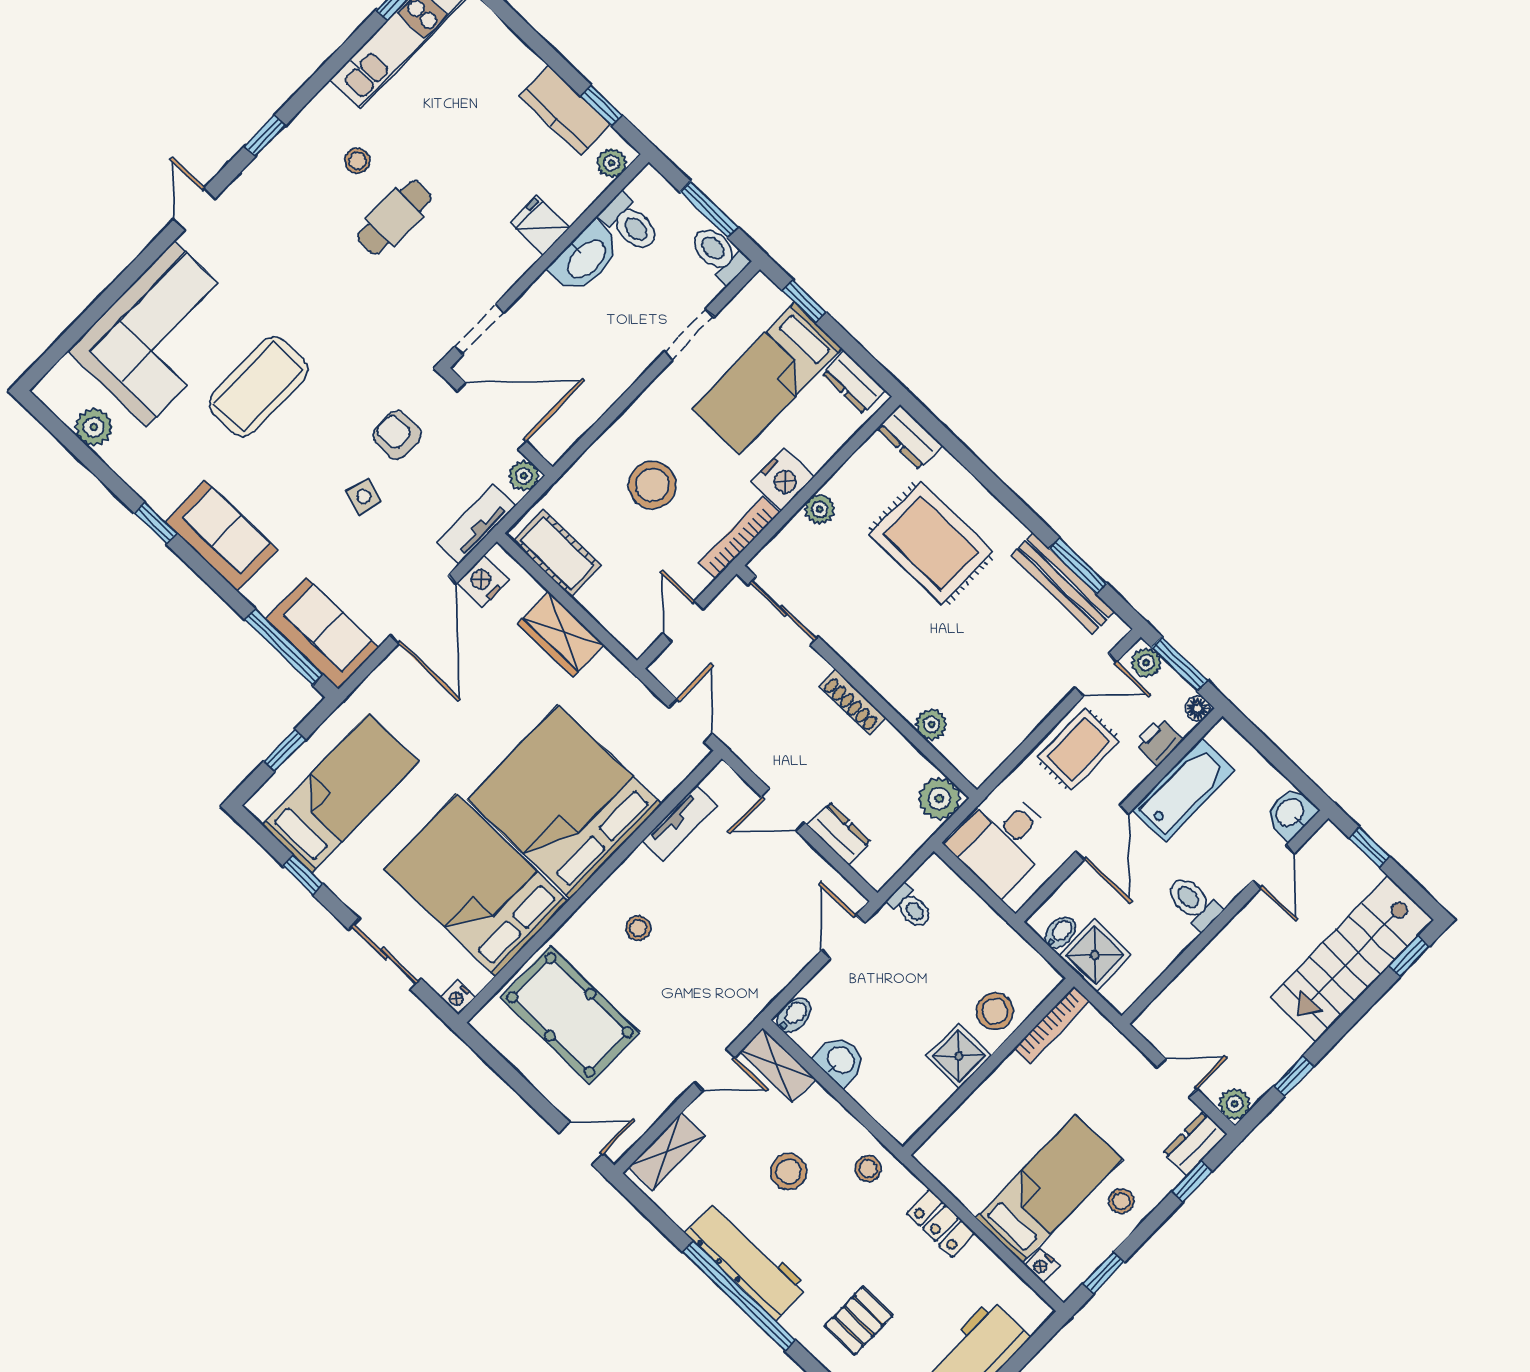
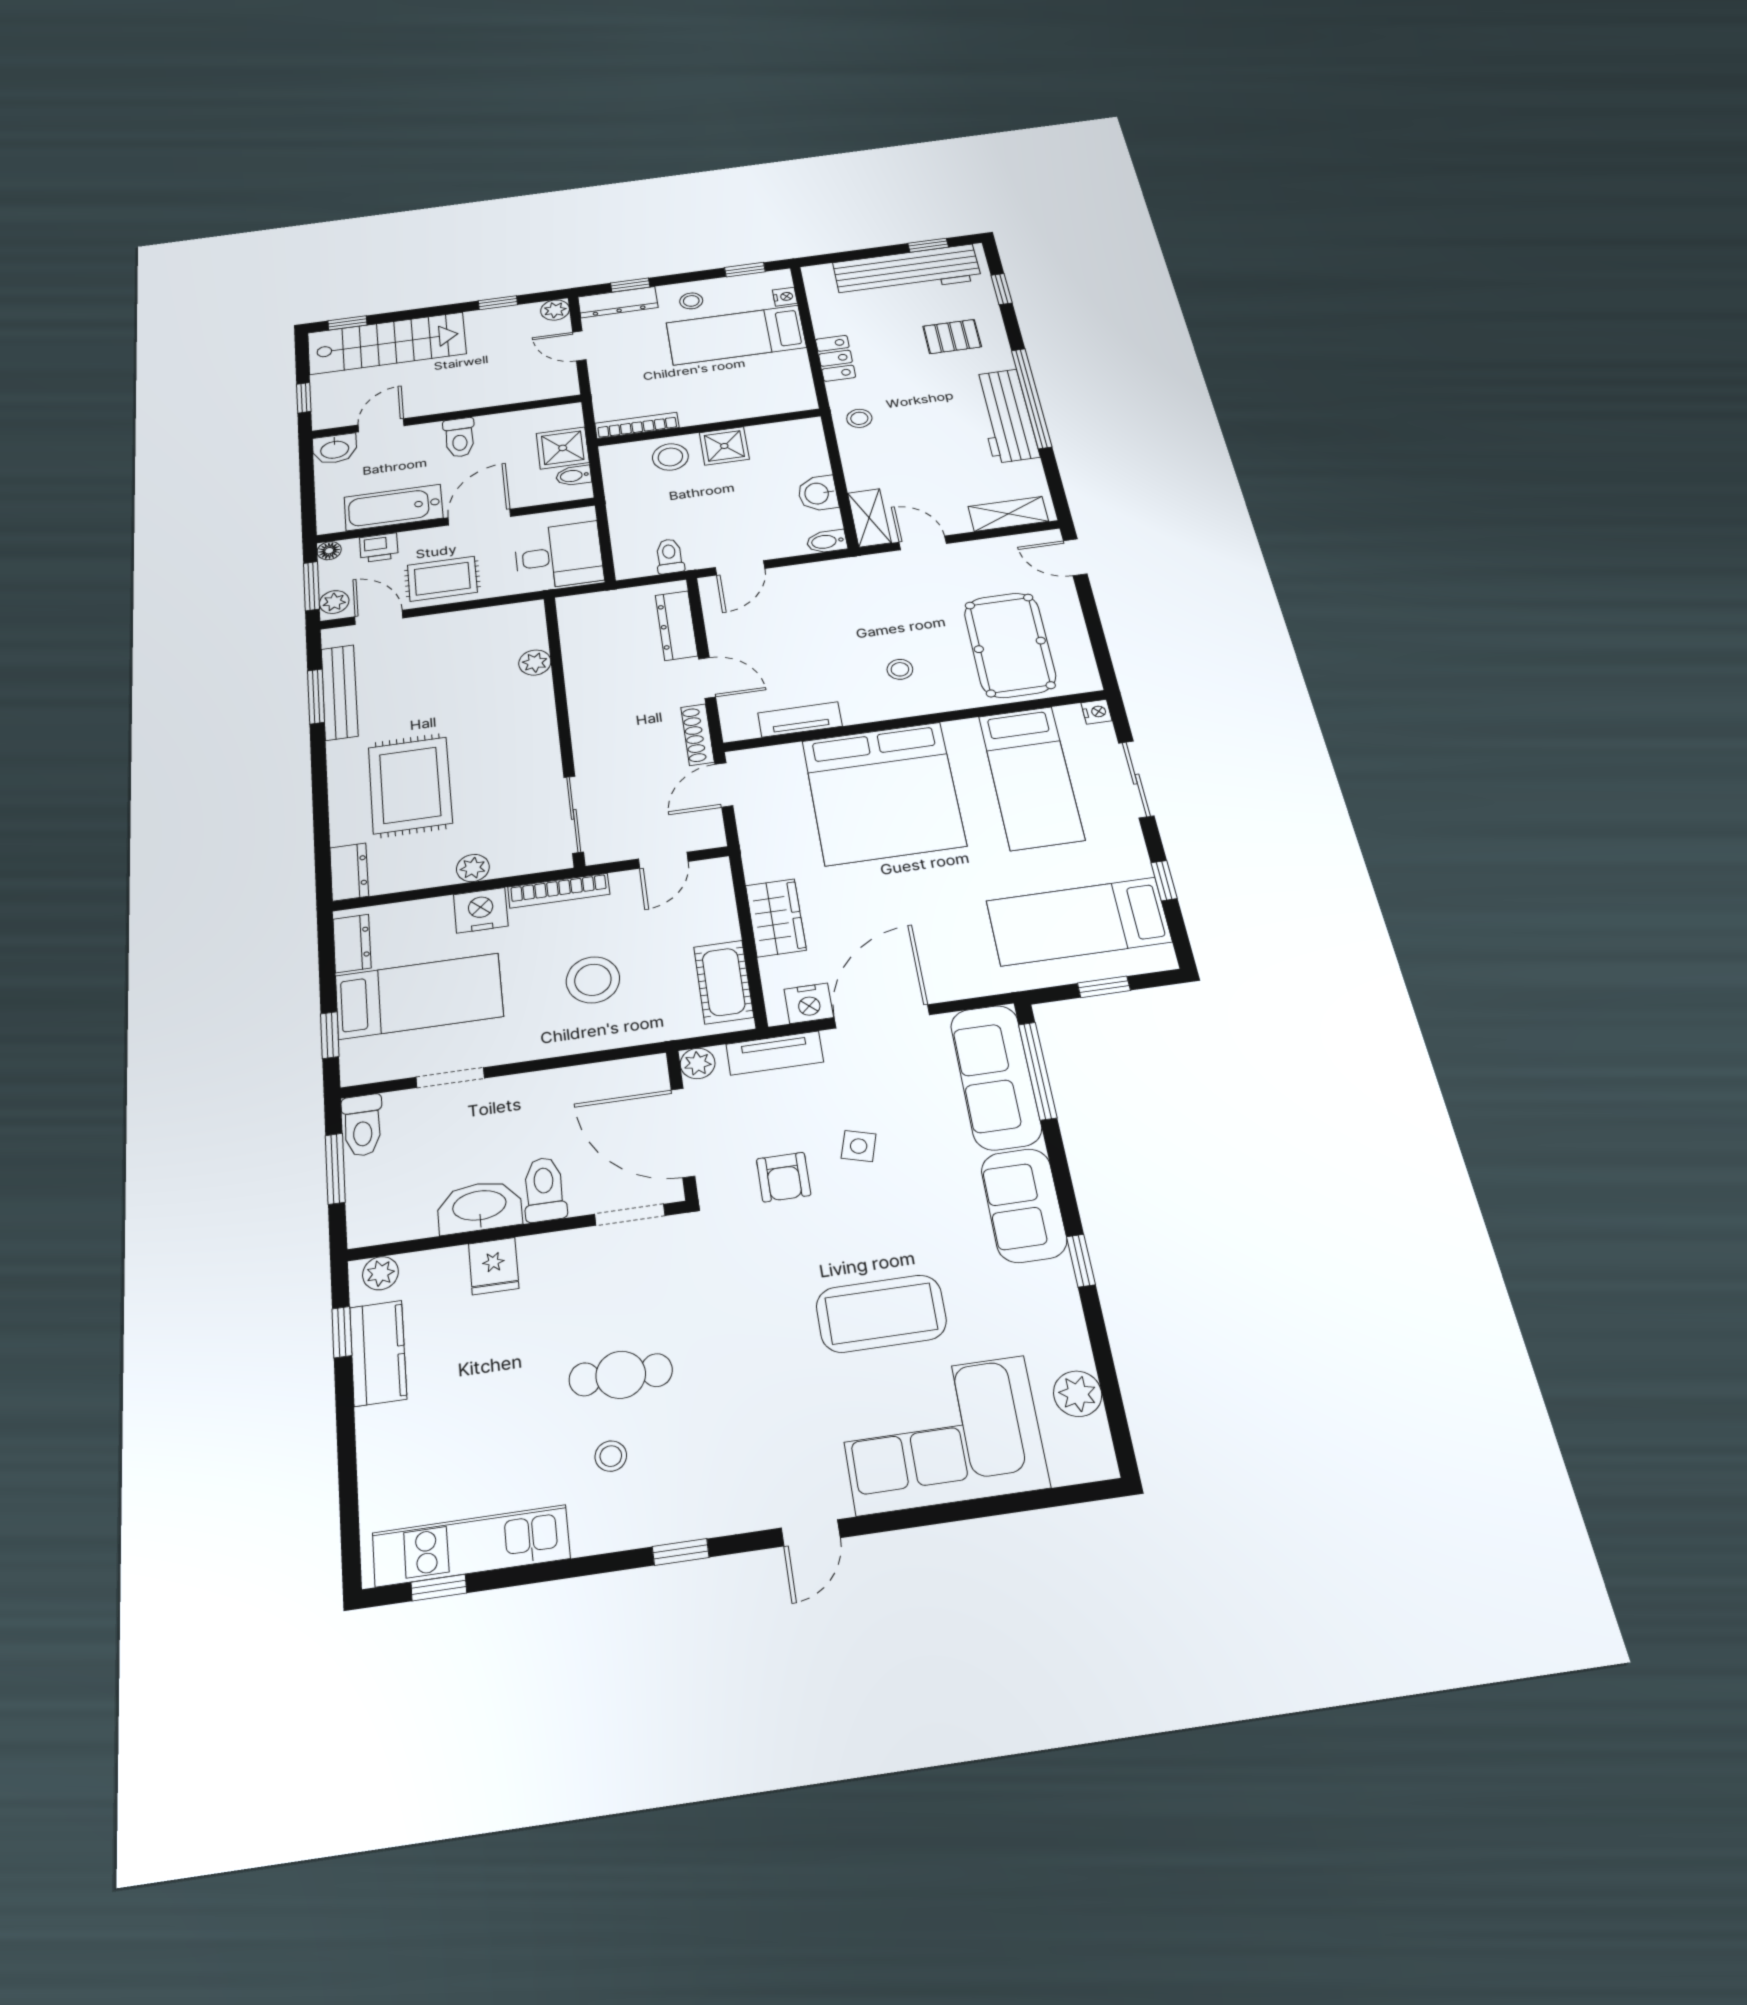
toilet: (630, 223) -> (544, 1189), moved
sofa: (322, 633) -> (996, 1077), width x1.36
shoe rack: (853, 702) -> (698, 735), moved, turned 180
plant: (939, 799) -> (578, 611), removed
dresser: (839, 833) -> (676, 626), width x1.44
bed: (476, 885) -> (1031, 778), width x0.67
dresser: (1195, 1144) -> (618, 302), width x1.44
stool: (789, 1172) -> (923, 450), removed

